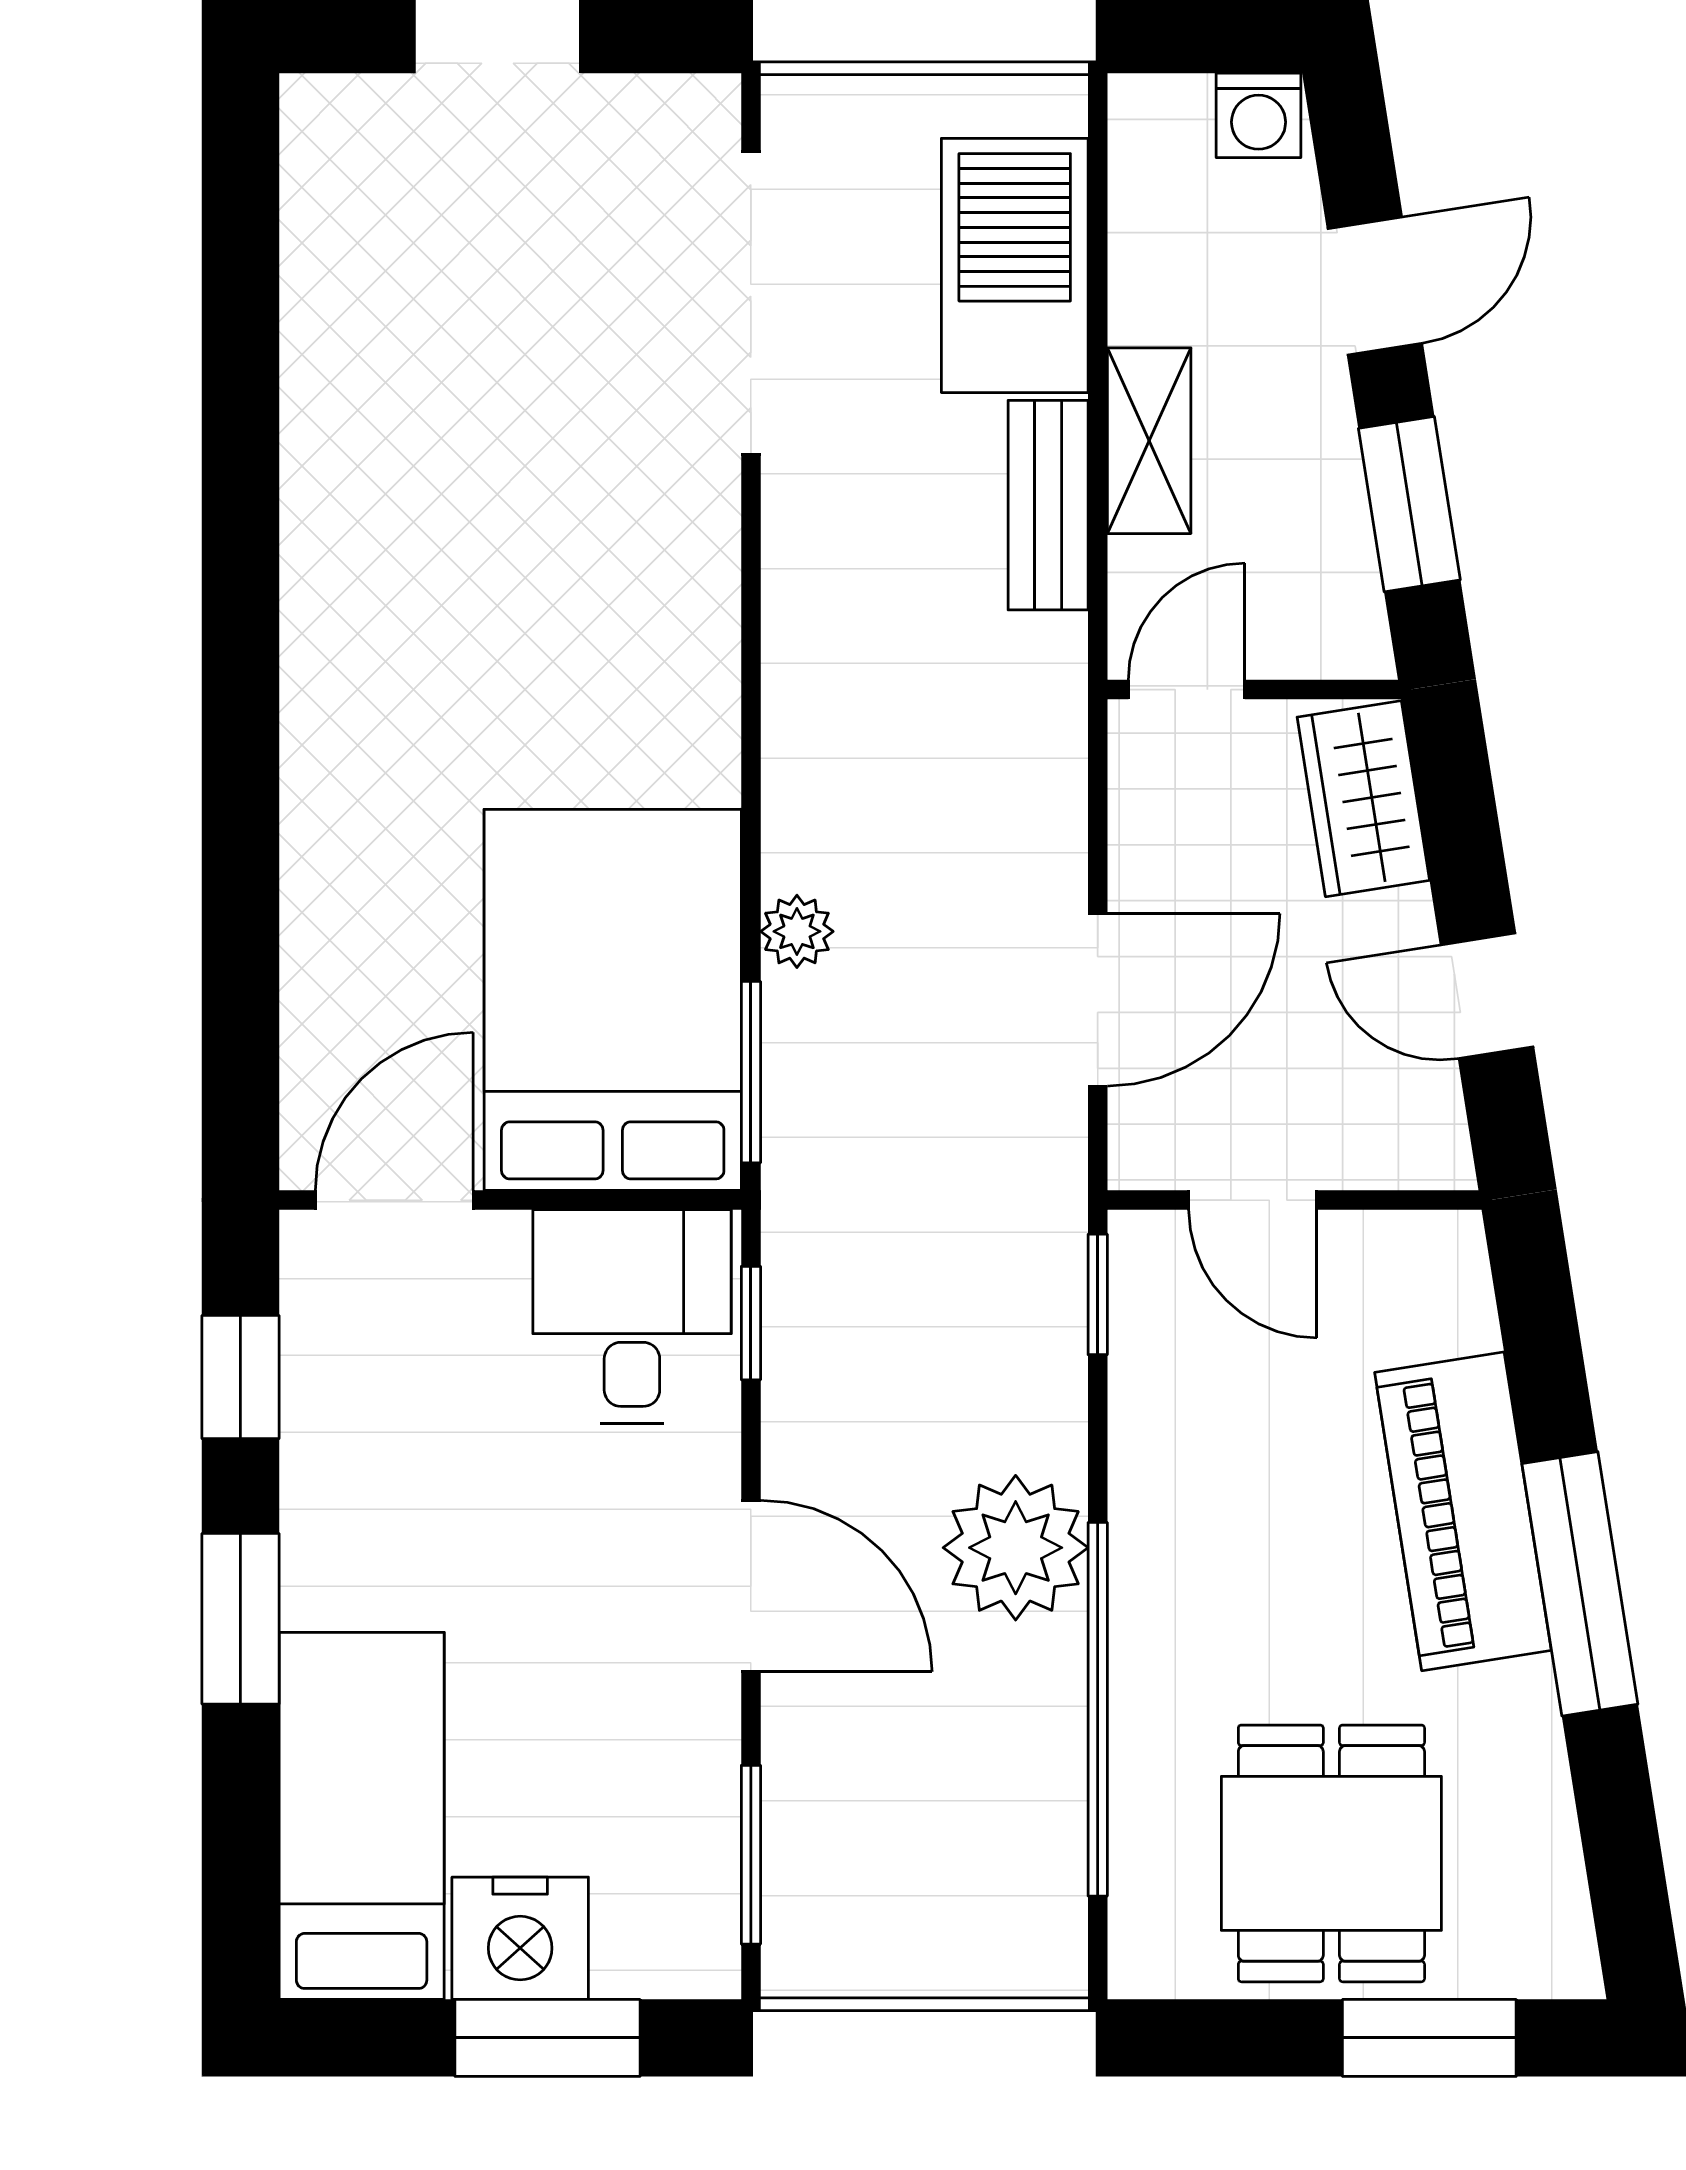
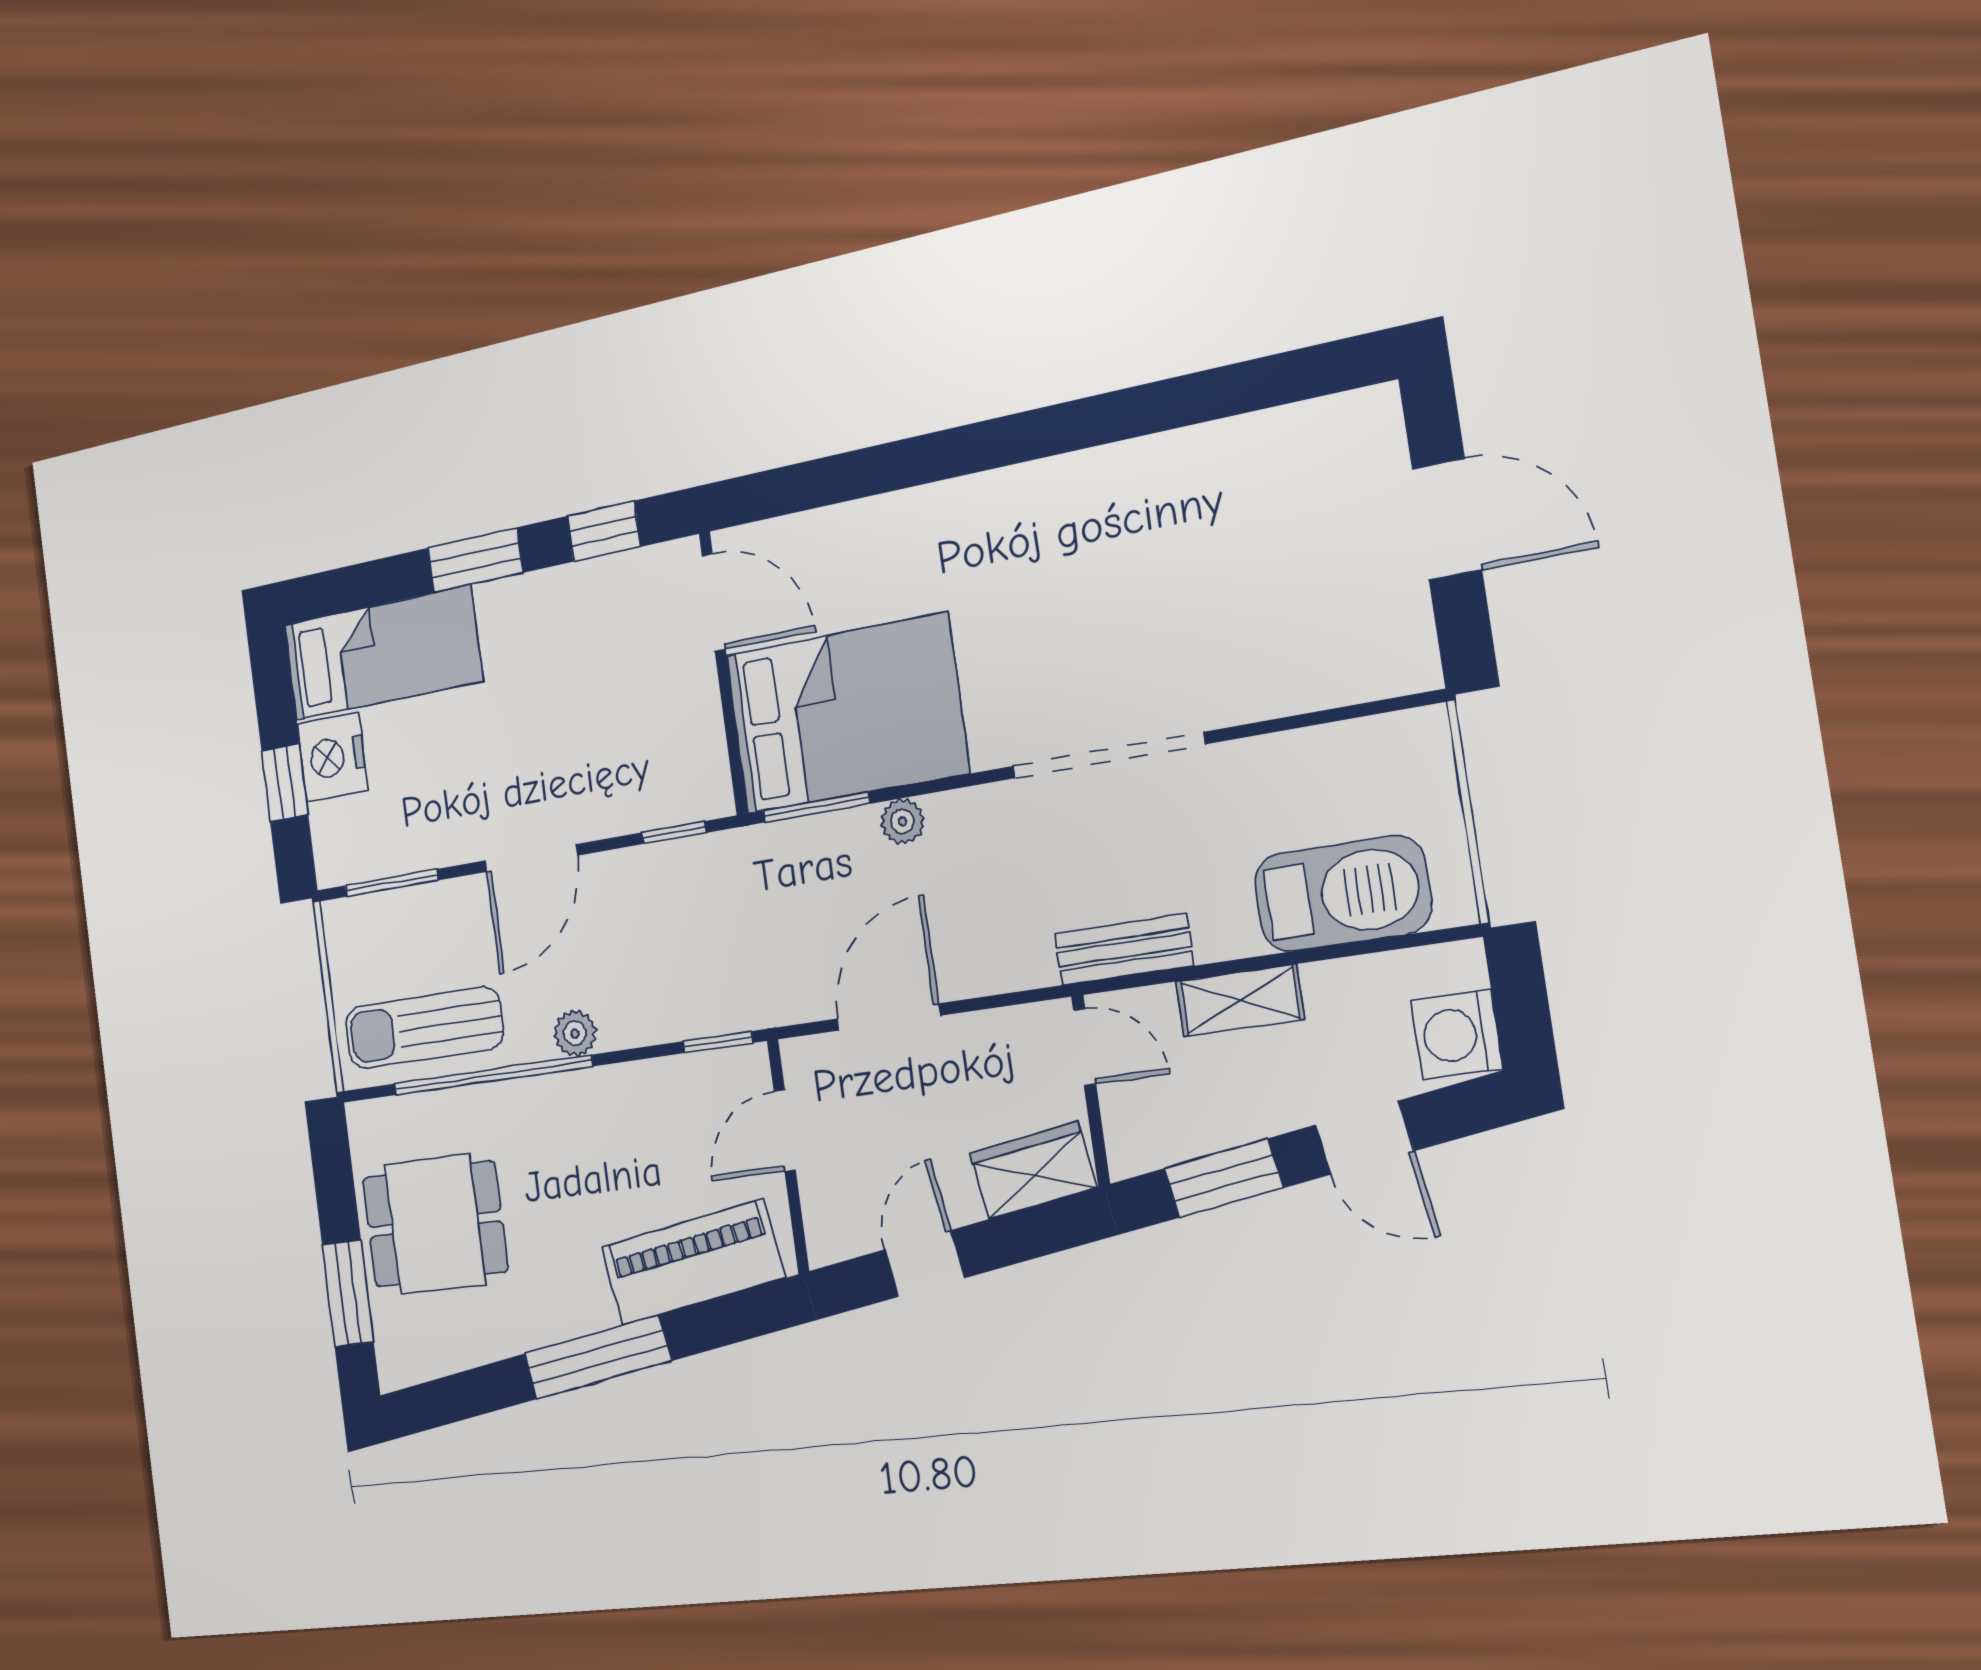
washing machine: (1259, 115) -> (1457, 1035), width x1.38, depth x1.38
doorway: (751, 303) -> (1108, 755), moved
bench: (1048, 505) -> (1124, 950), moved
door: (1098, 1000) -> (888, 1017), swing flipped
desk: (632, 1317) -> (668, 760), removed
piano: (1463, 1511) -> (693, 1262), moved
plant: (1016, 1548) -> (575, 1033), width x0.53, depth x0.53
sun lounger: (1002, 1827) -> (424, 1028), added
window: (548, 2038) -> (285, 783), width x0.67

